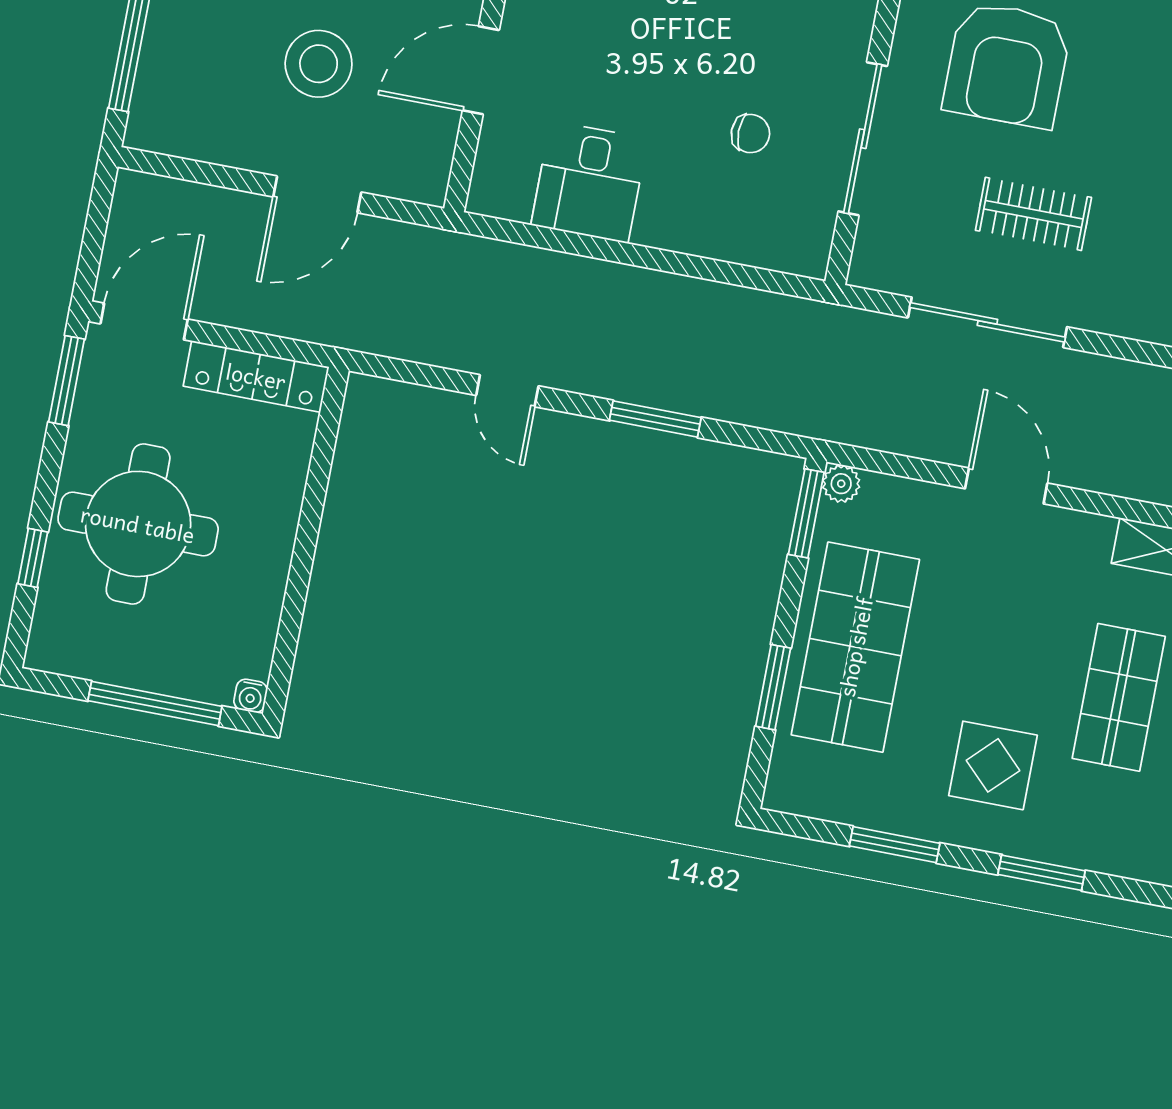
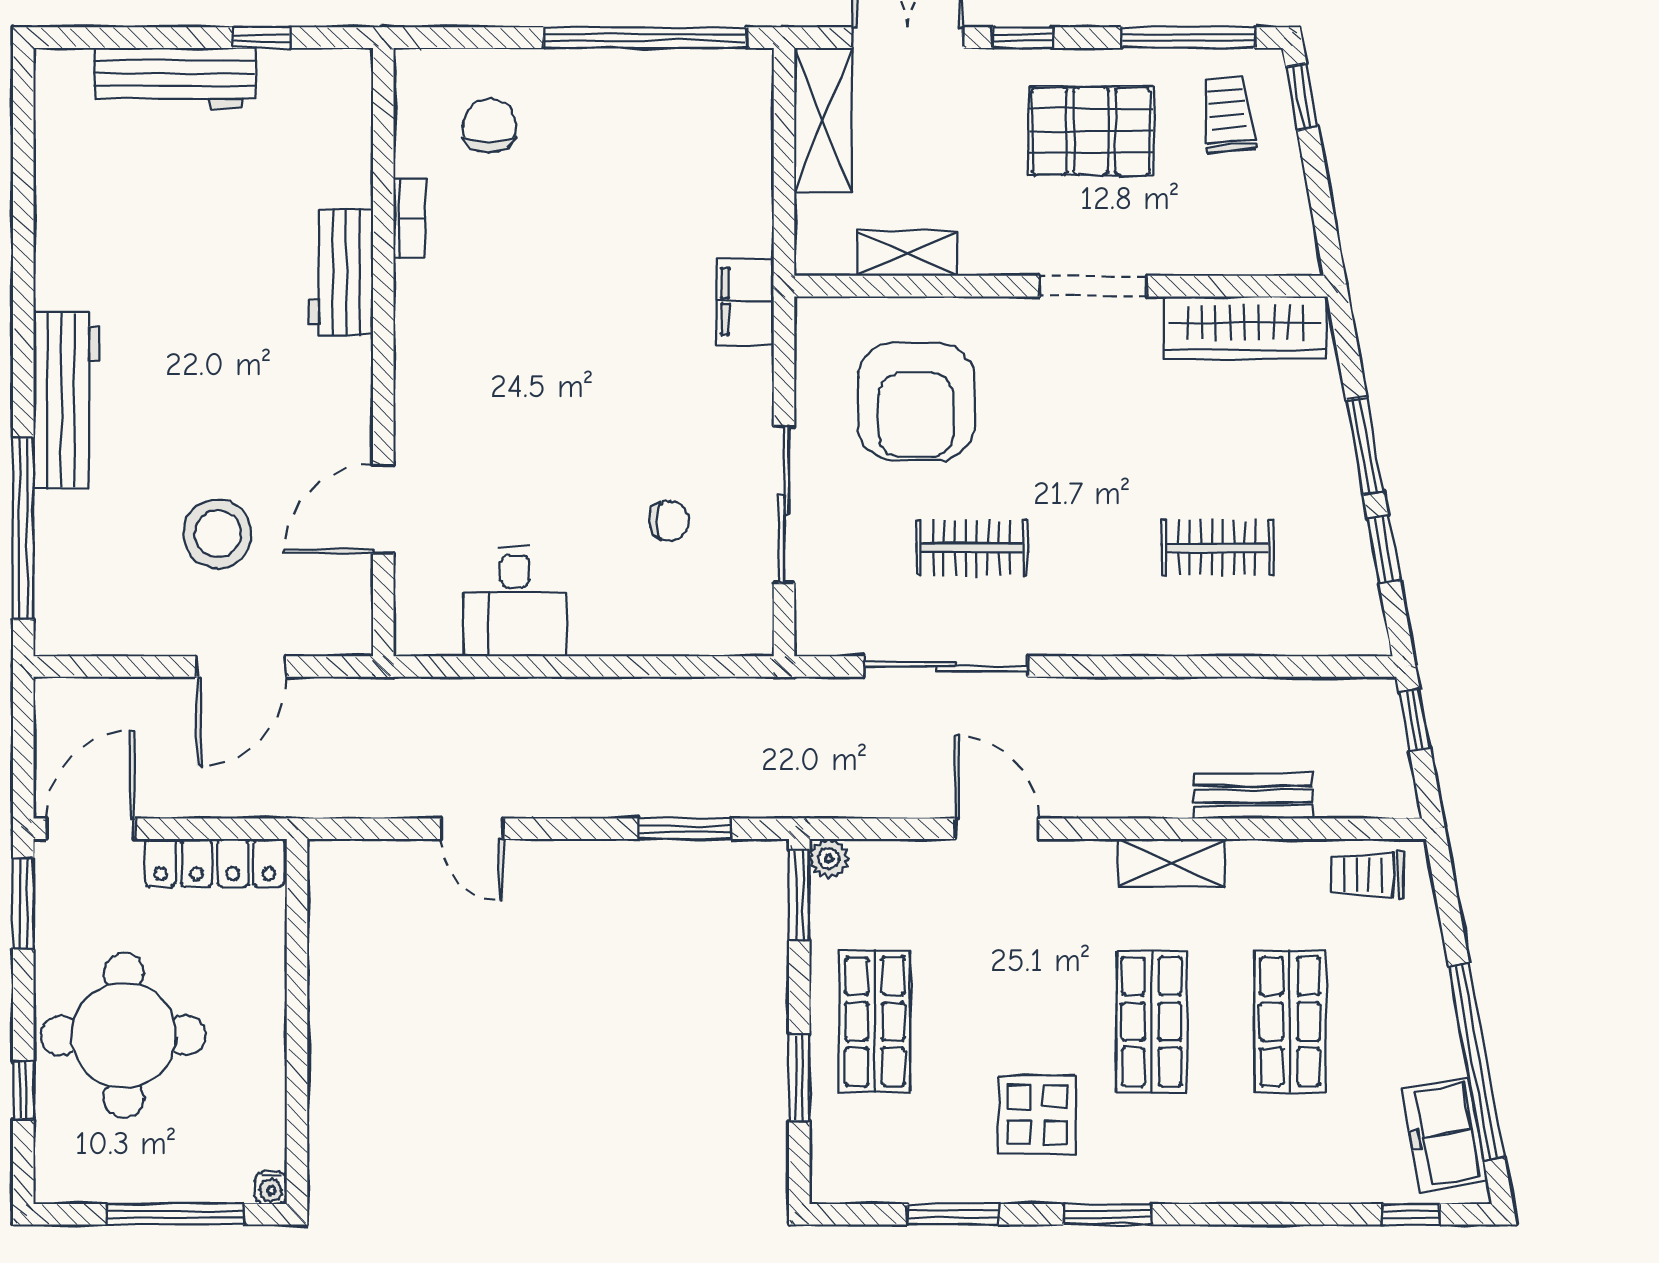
window: (655, 419) -> (685, 829), moved
shop shelf: (855, 647) -> (875, 1021), width x0.70, depth x0.74

